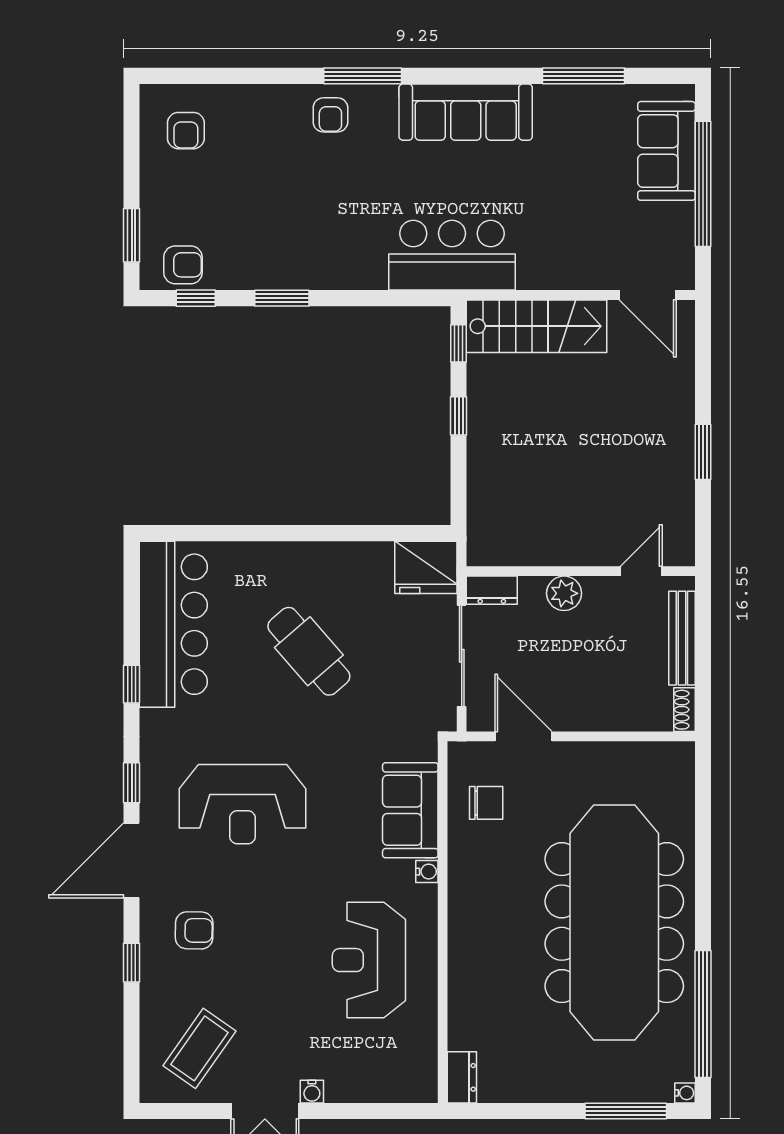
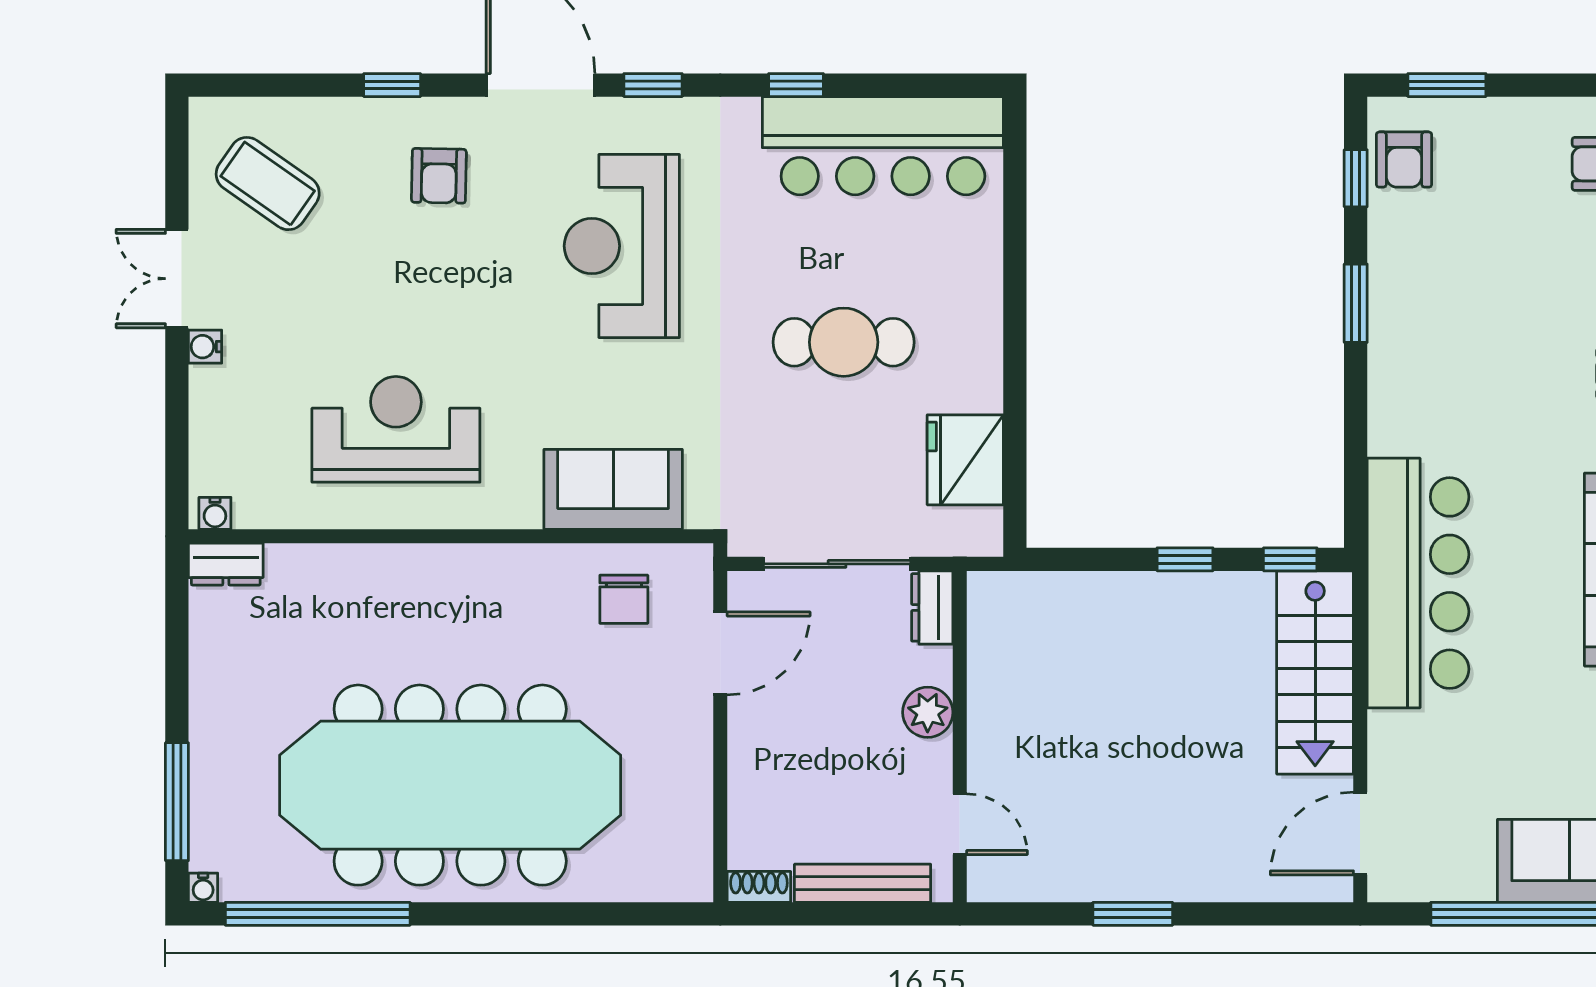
bar counter: (452, 255) -> (1418, 583), width x1.36
fridge: (426, 567) -> (965, 460), moved
cafe table: (309, 651) -> (844, 342), turned 41
water cooler: (427, 872) -> (215, 513), moved

